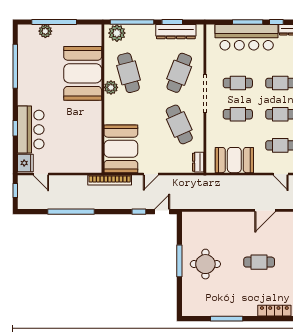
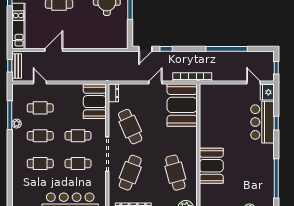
booth: (83, 73) -> (211, 166), width x0.73, depth x0.70
plant: (111, 87) -> (191, 160), removed
booth: (234, 160) -> (95, 102), moved, turned 90

